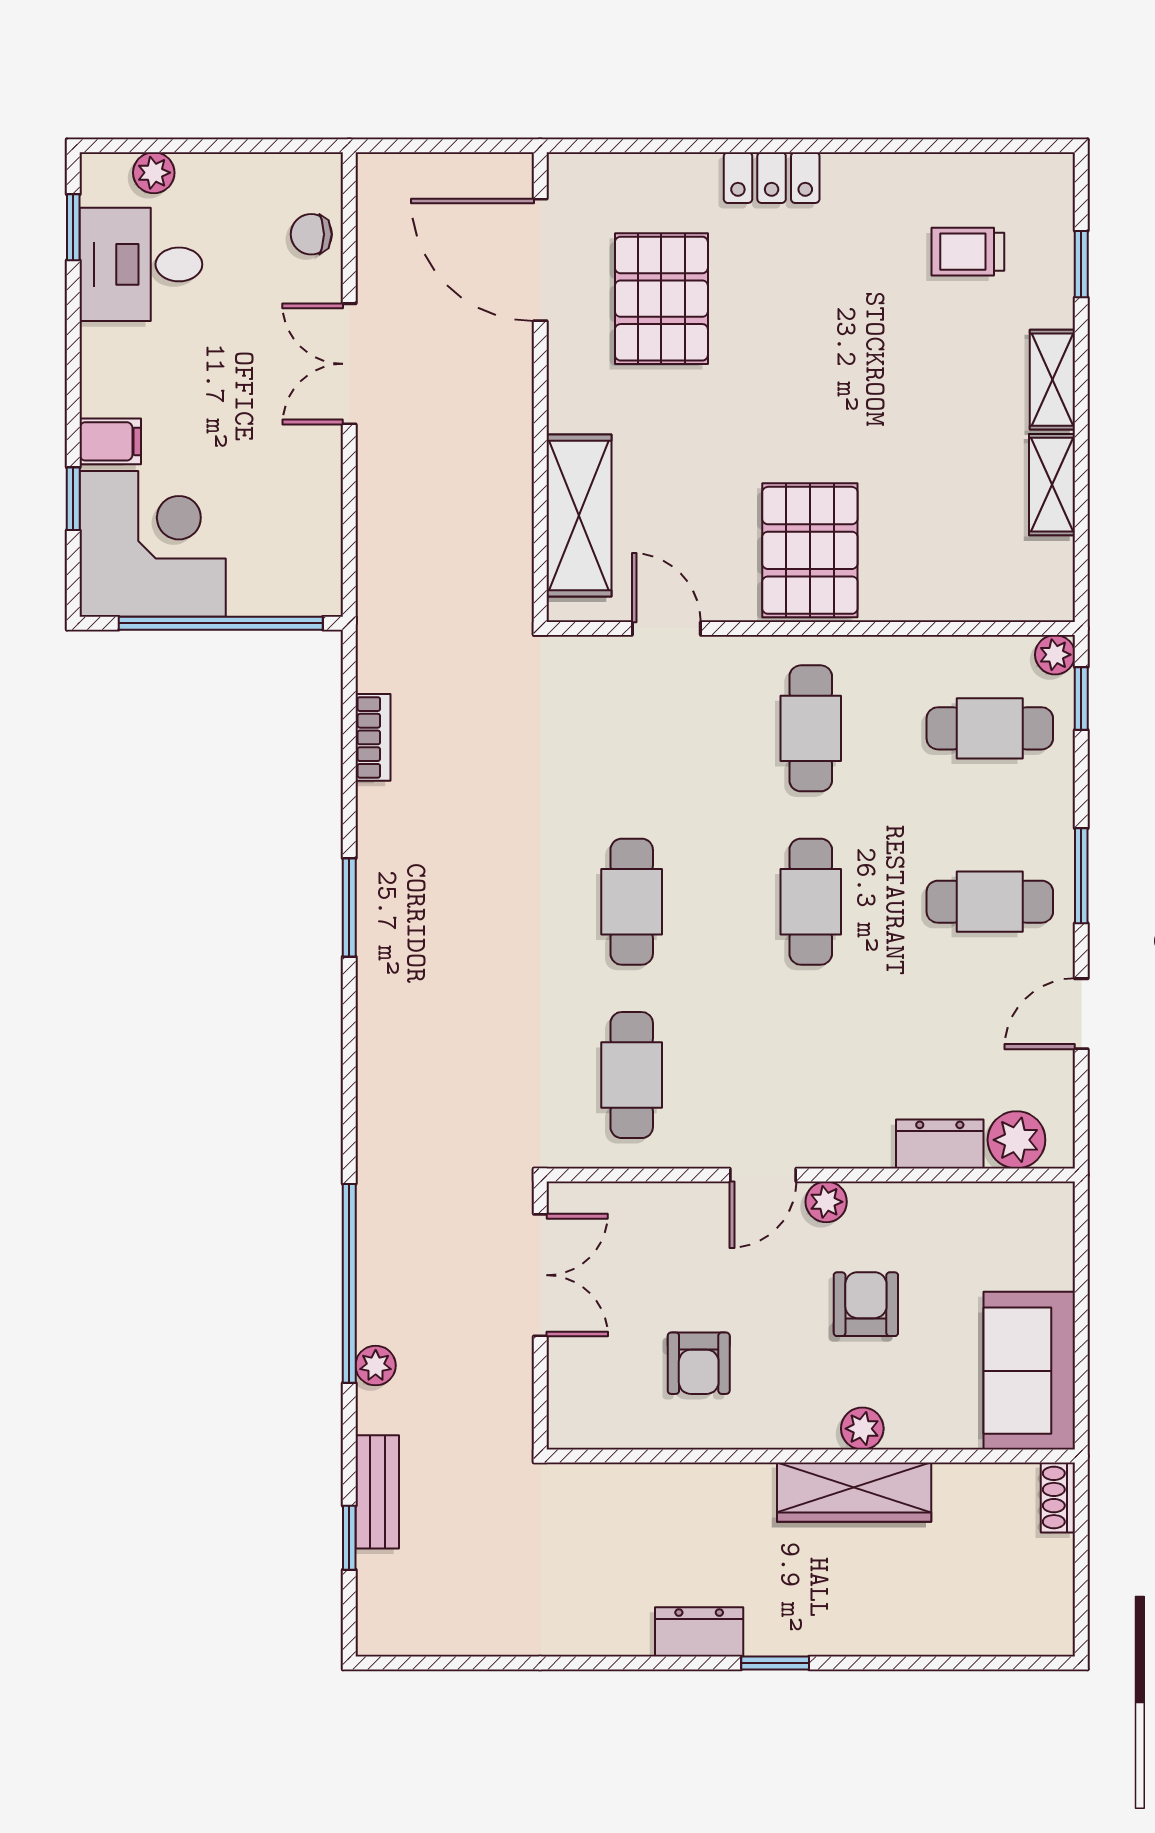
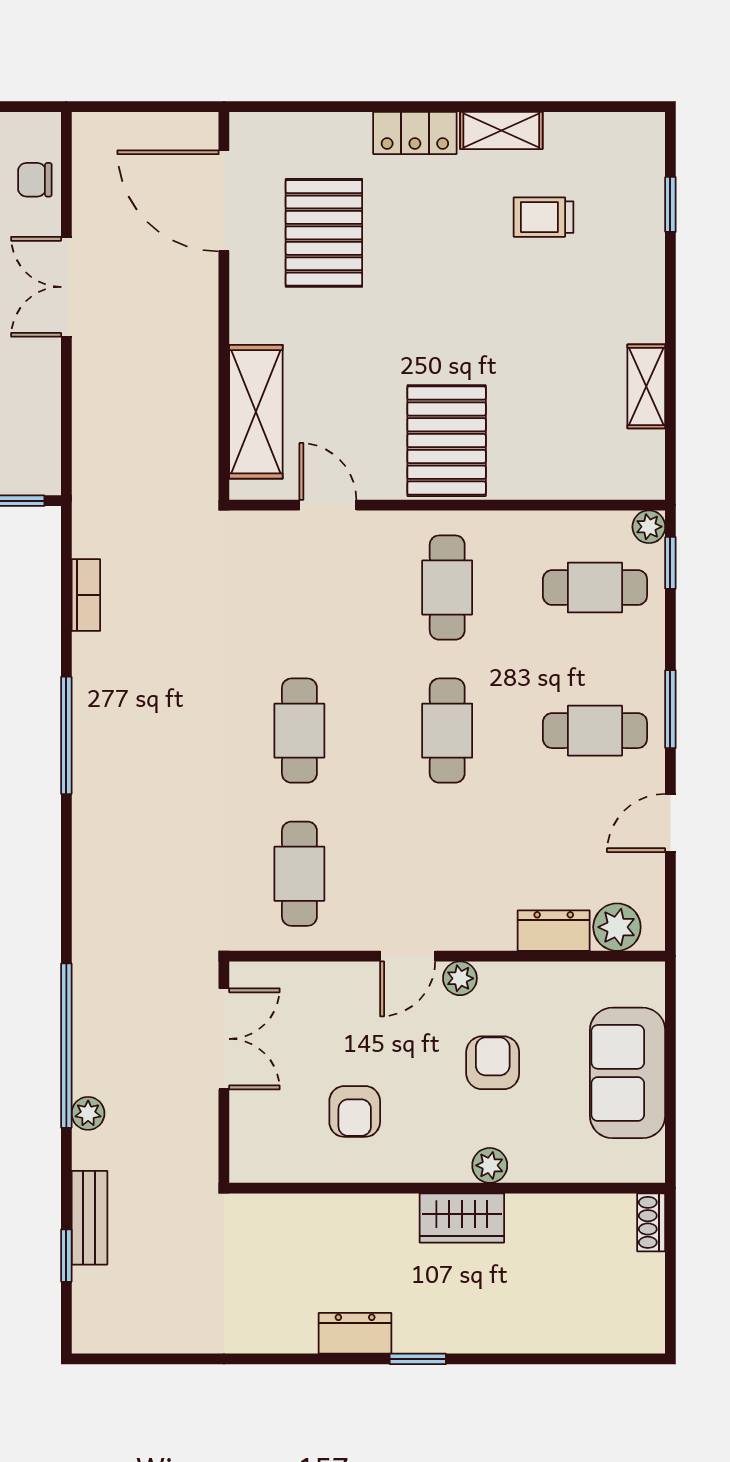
trolley: (968, 252) -> (544, 217), moved
shelving: (1052, 380) -> (501, 130), moved, turned 90
window: (349, 908) -> (66, 735), width x1.44
sofa: (1029, 1371) -> (628, 1073), moved
wardrobe: (854, 1492) -> (462, 1218), width x0.67

